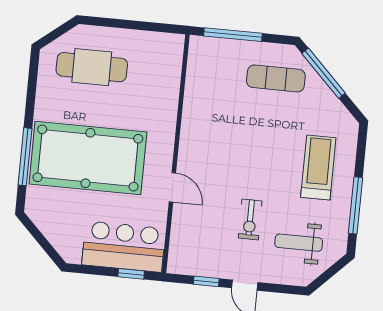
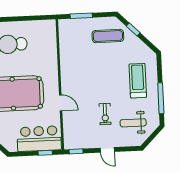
window: (233, 35) -> (81, 16), width x0.69
window: (324, 73) -> (133, 29), width x0.46
window: (206, 281) -> (76, 151), moved

